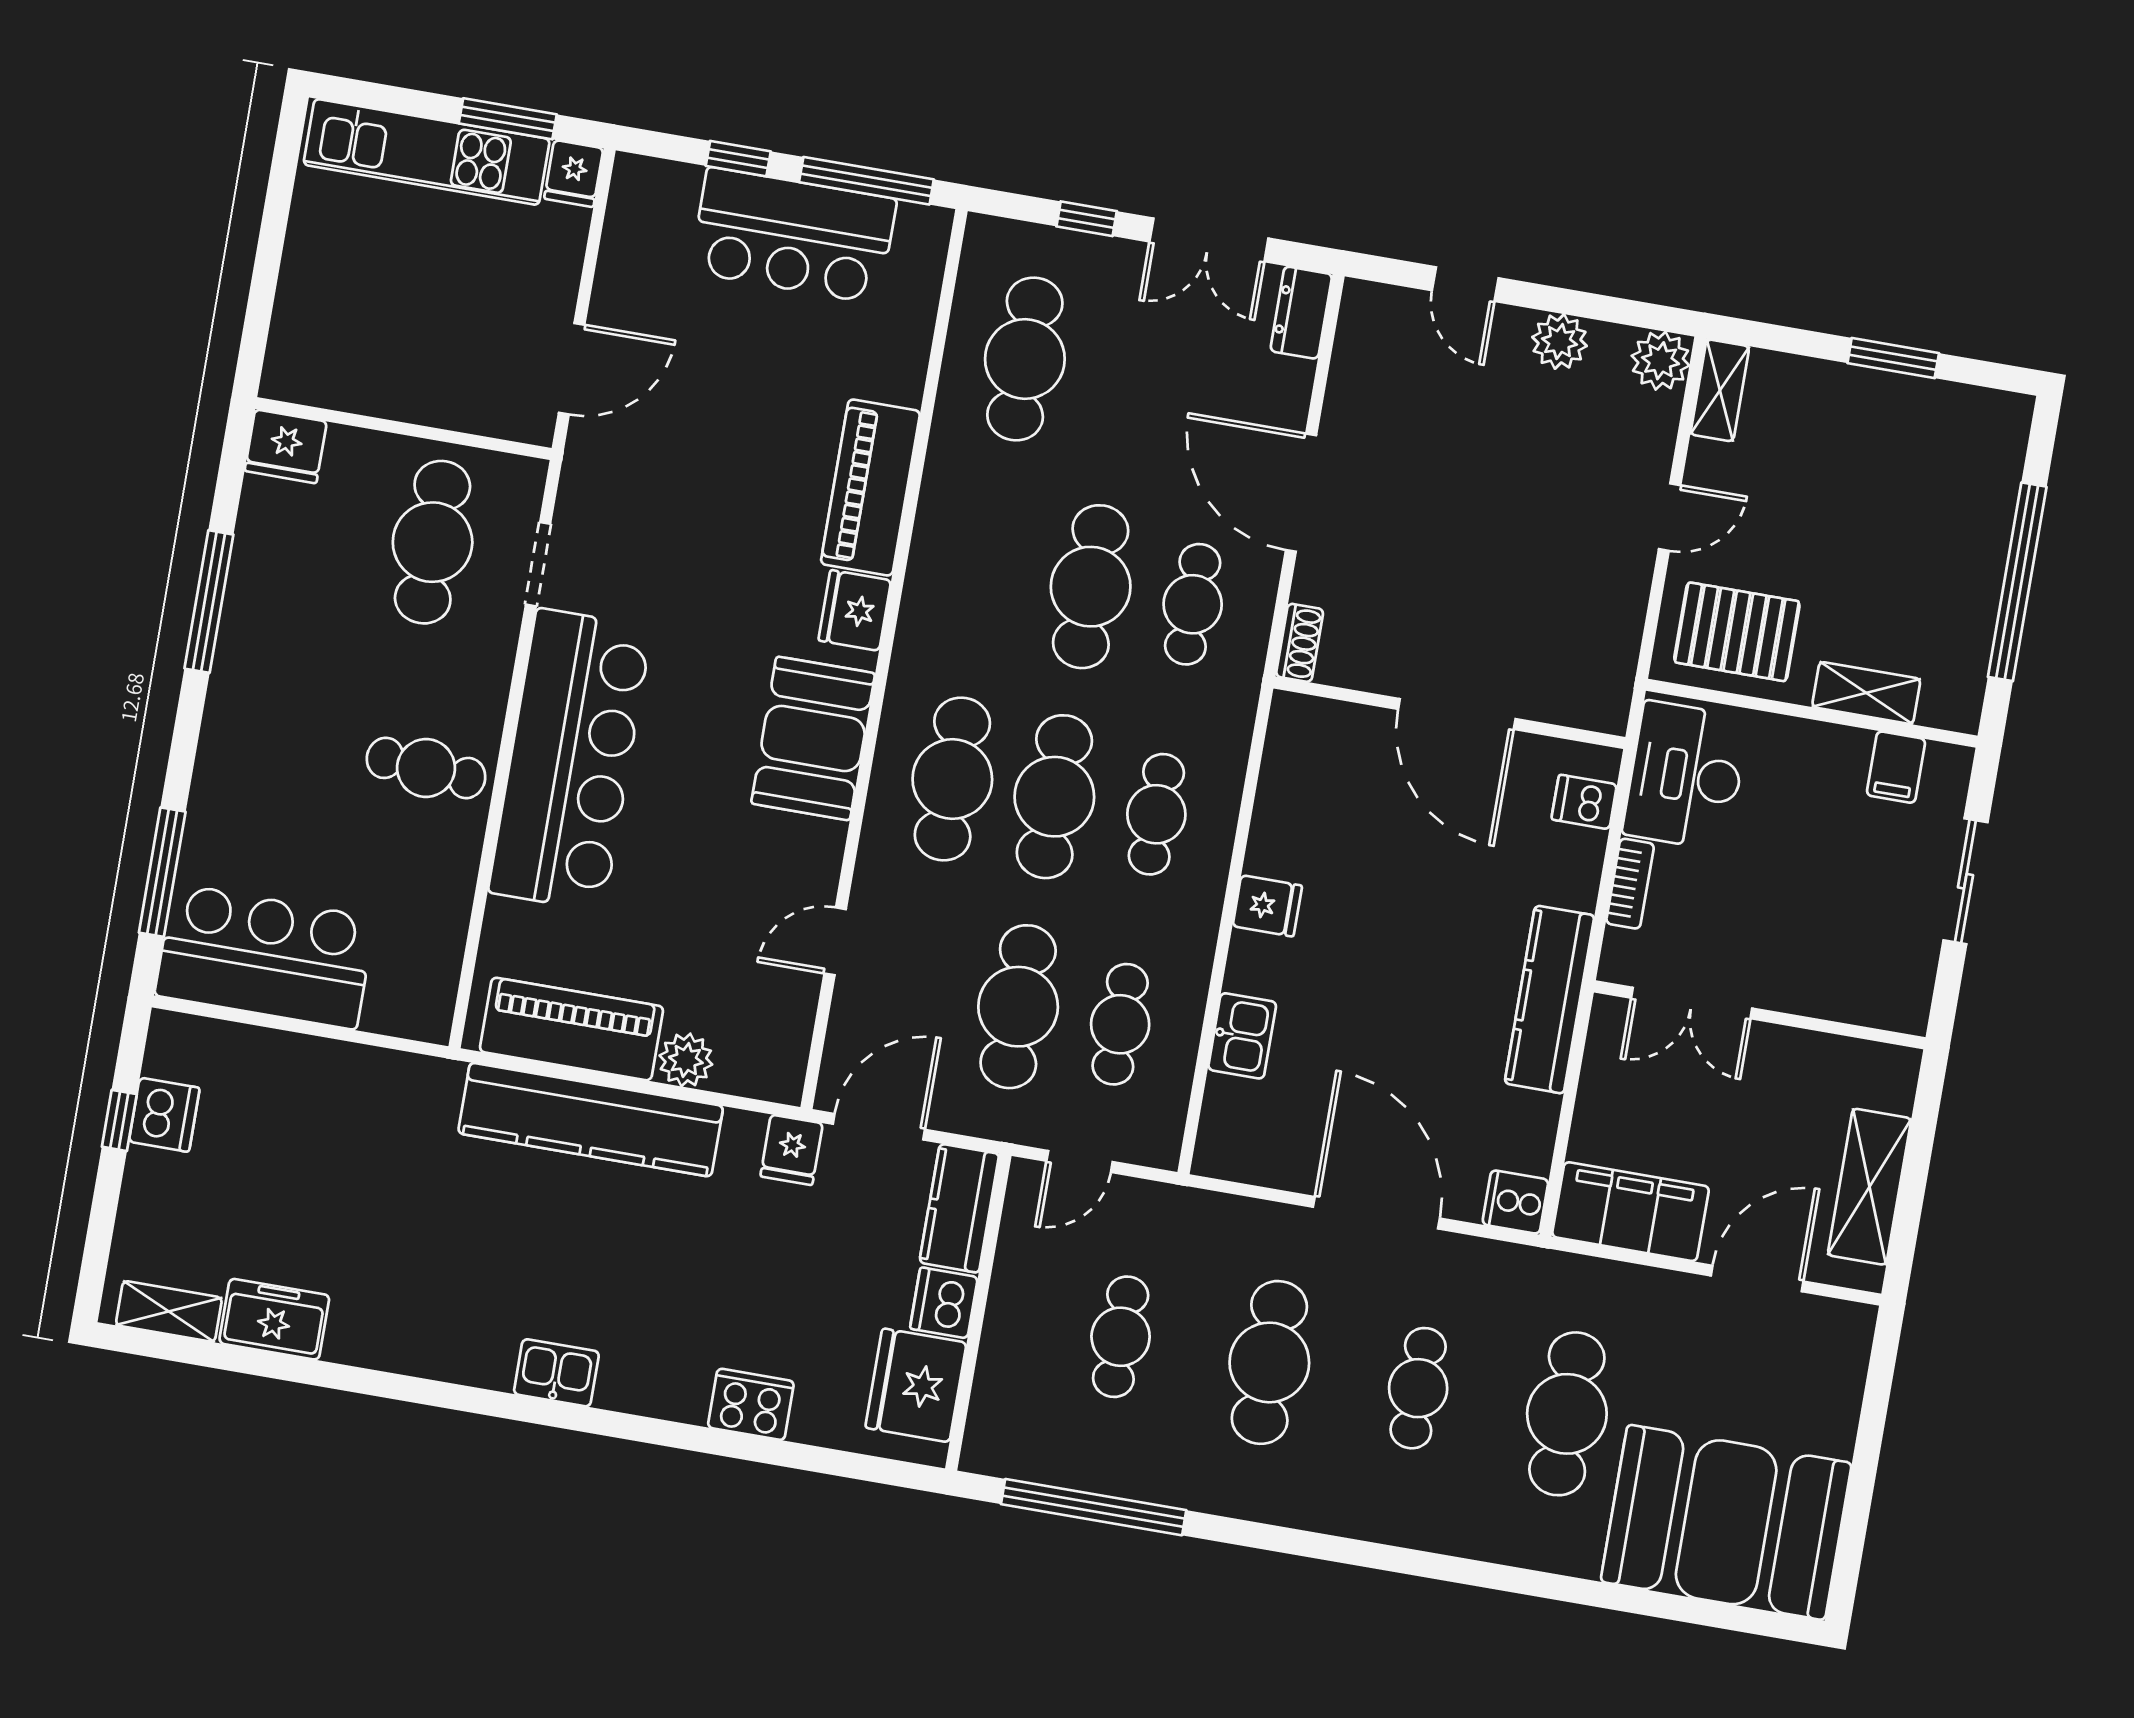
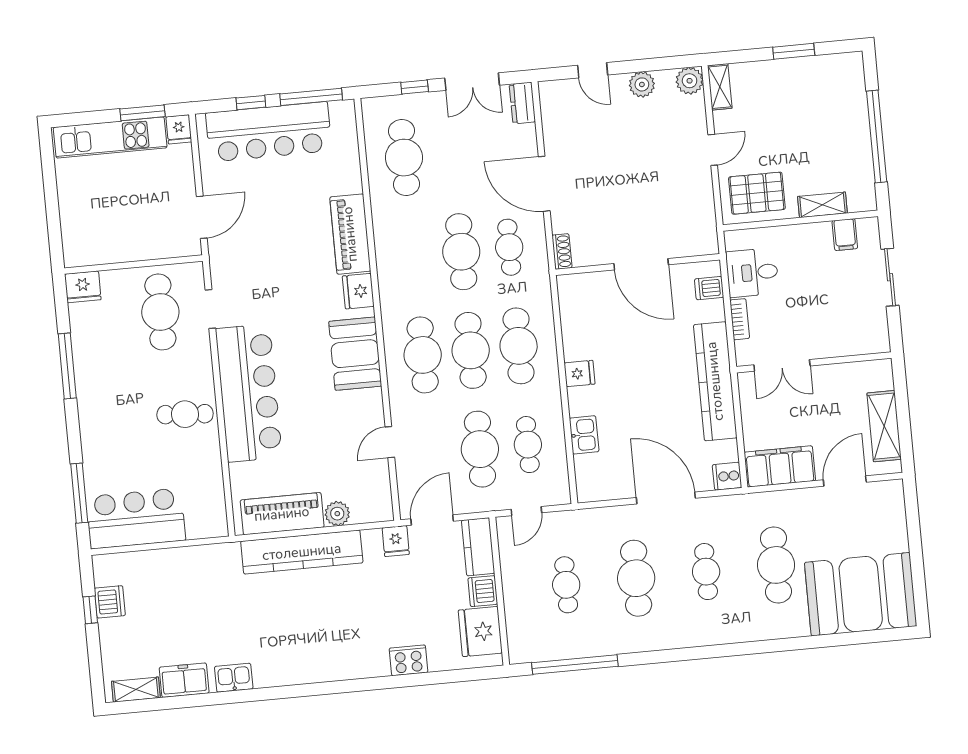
bar counter: (793, 235) -> (269, 132), width x1.36
desk: (1686, 776) -> (752, 273), width x0.73
cafe table: (1156, 814) -> (519, 346), width x1.37, depth x1.35
kitchen counter: (1549, 999) -> (715, 381), width x1.39, depth x1.17
kitchen sink: (556, 1373) -> (234, 678), moved

